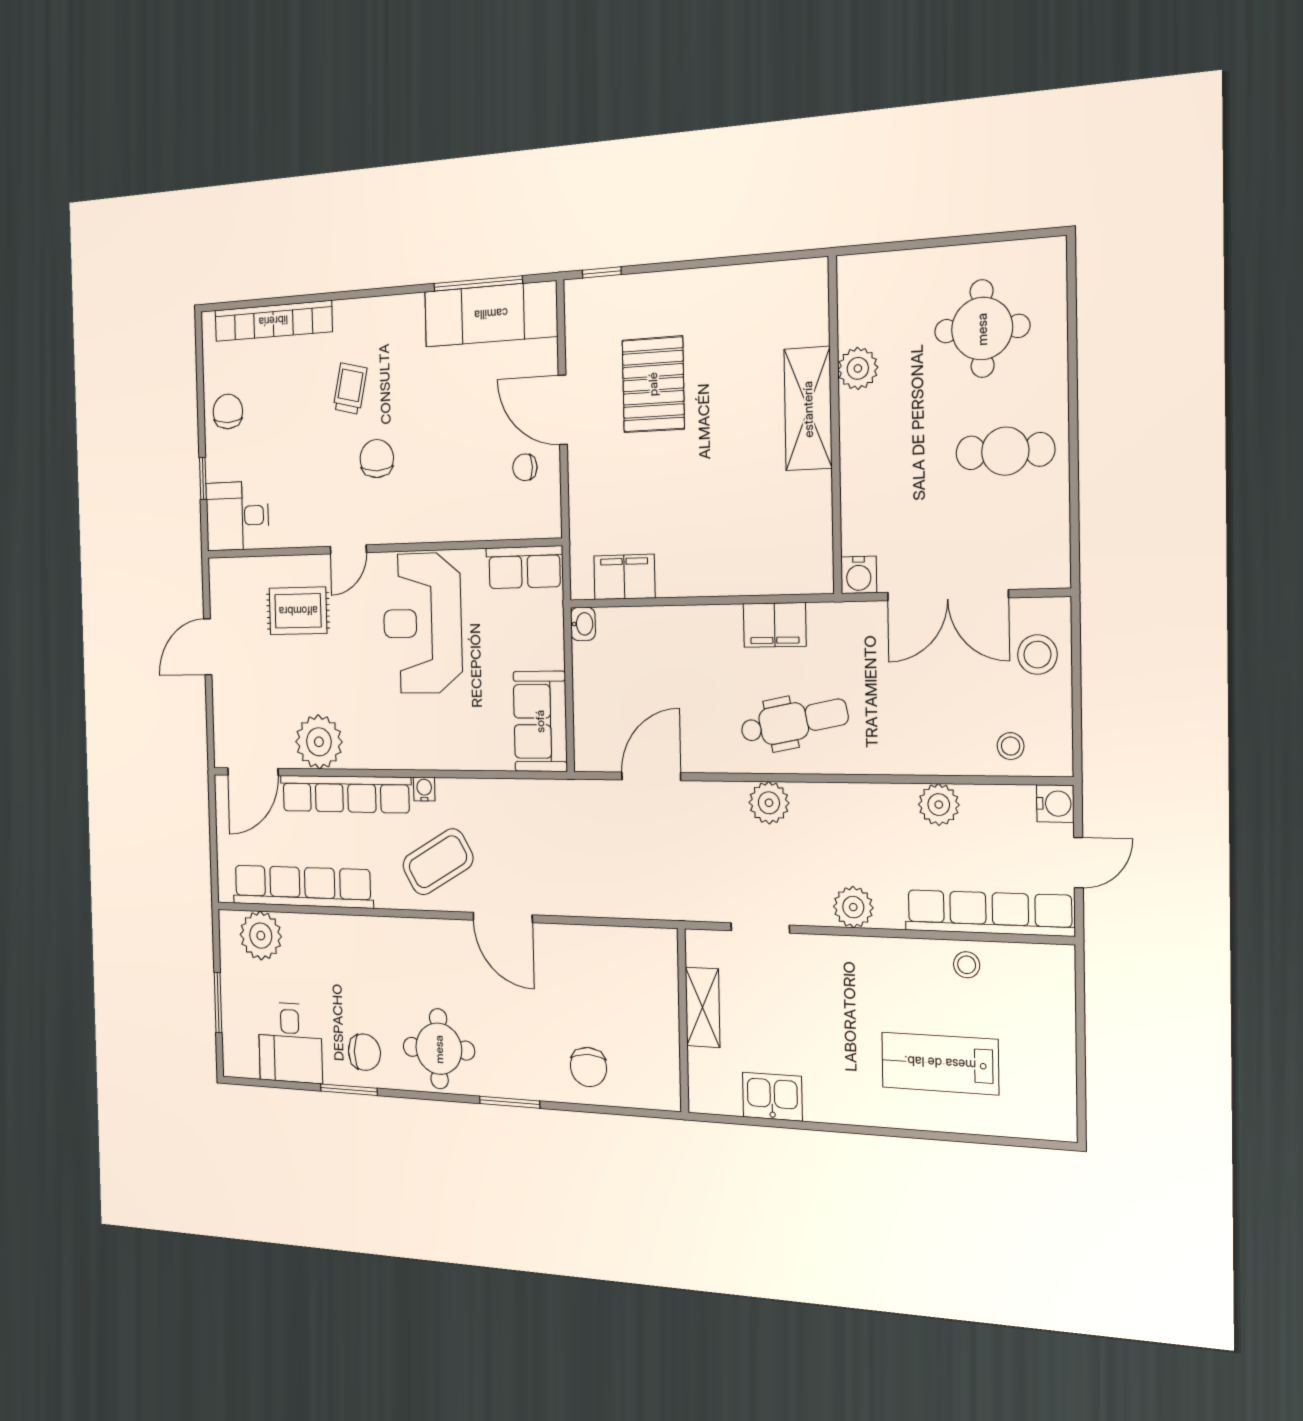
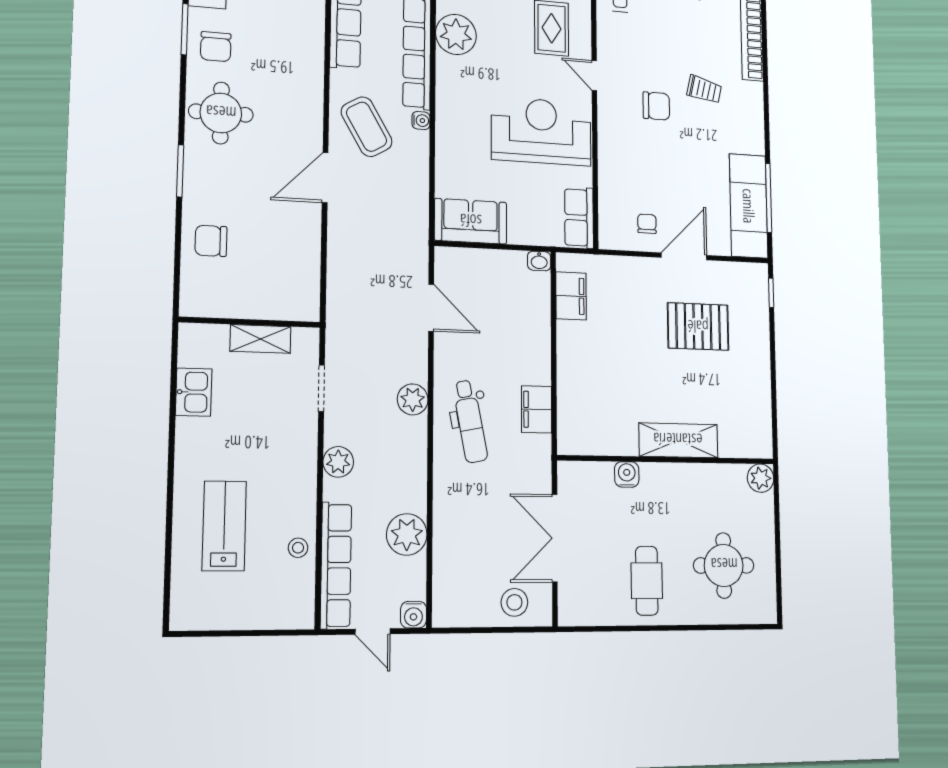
plant: (858, 368) -> (761, 478), moved
water cooler: (859, 575) -> (627, 474), moved, turned 90
stool: (1011, 746) -> (453, 582), removed
plant: (939, 805) -> (407, 534), width x1.36, depth x1.36

